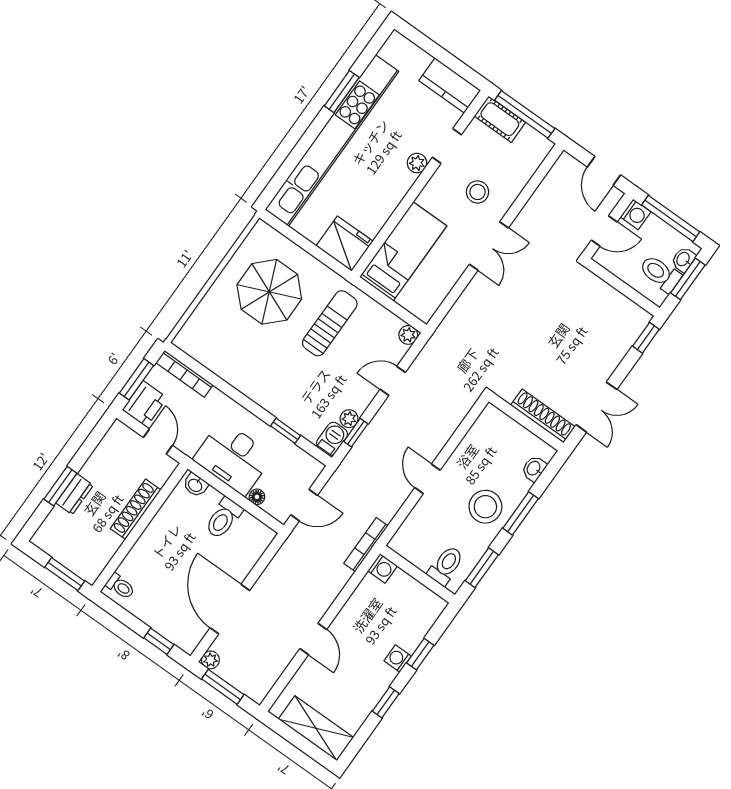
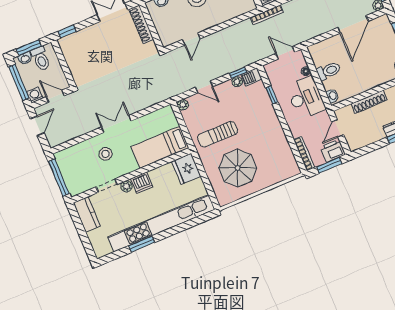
cot: (500, 119) -> (73, 183), removed
dishwasher: (398, 182) -> (142, 183), added
door: (427, 479) -> (191, 39), moved

